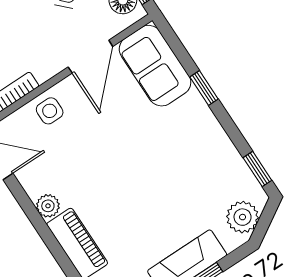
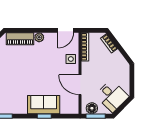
sofa: (155, 66) -> (44, 105), moved

